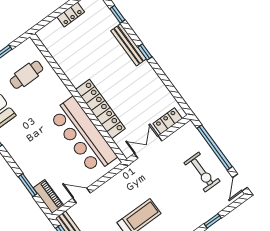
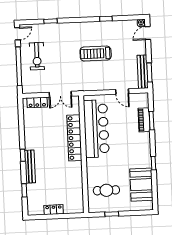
exercise bike: (202, 172) -> (37, 56), turned 180
piano: (48, 196) -> (144, 120), moved

